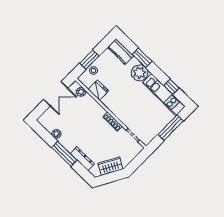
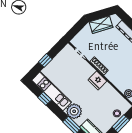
fridge: (98, 90) -> (97, 81), moved
window: (171, 128) -> (45, 60), width x0.46

